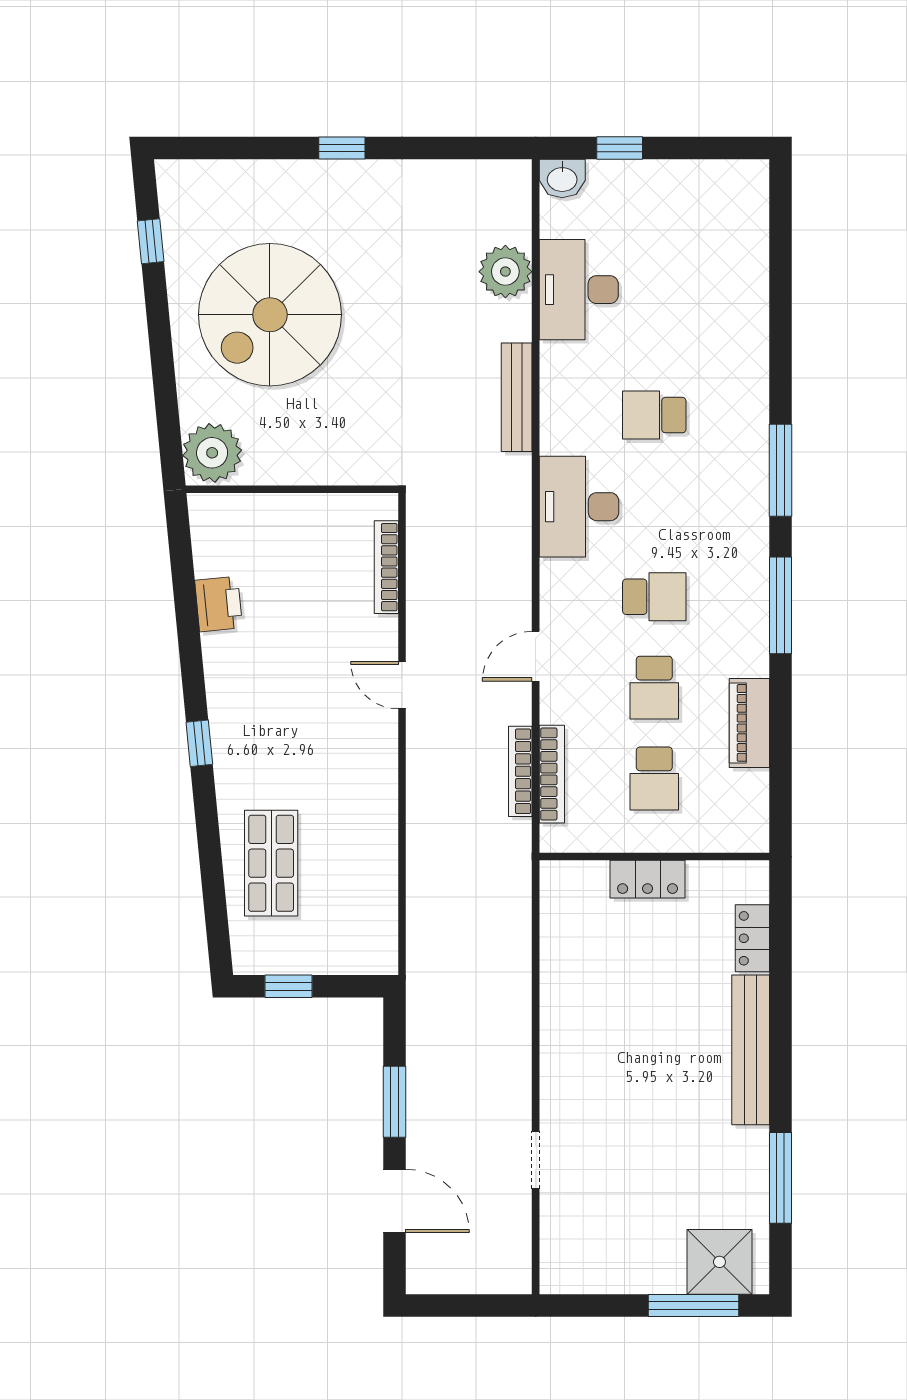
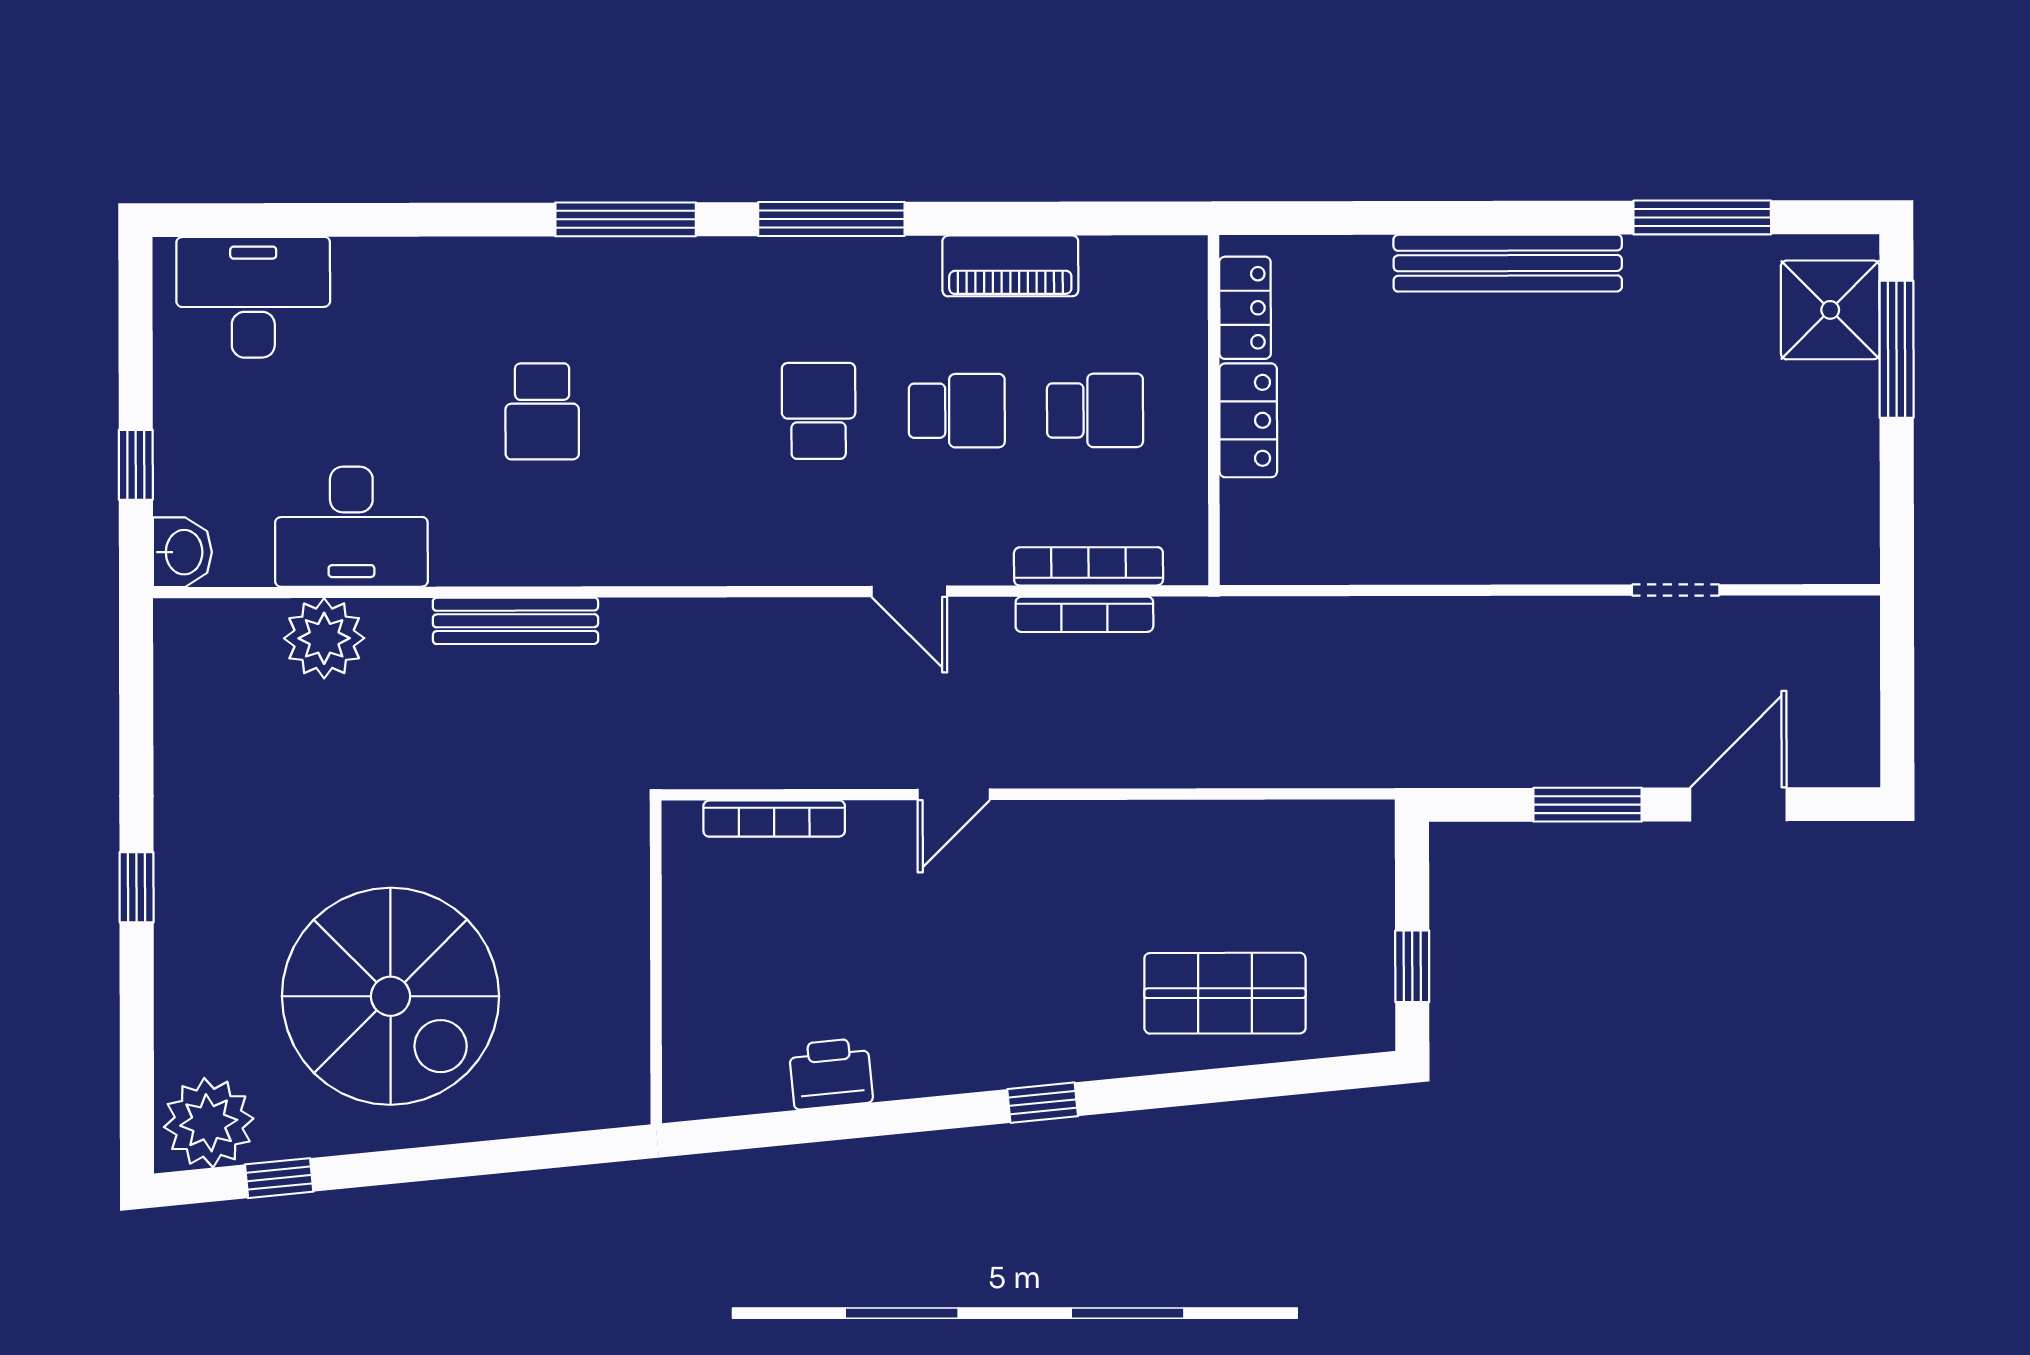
plant: (212, 453) -> (209, 1123), moved
desk: (579, 507) -> (253, 297), moved, turned 180
locker: (752, 938) -> (1245, 308), moved, turned -90

